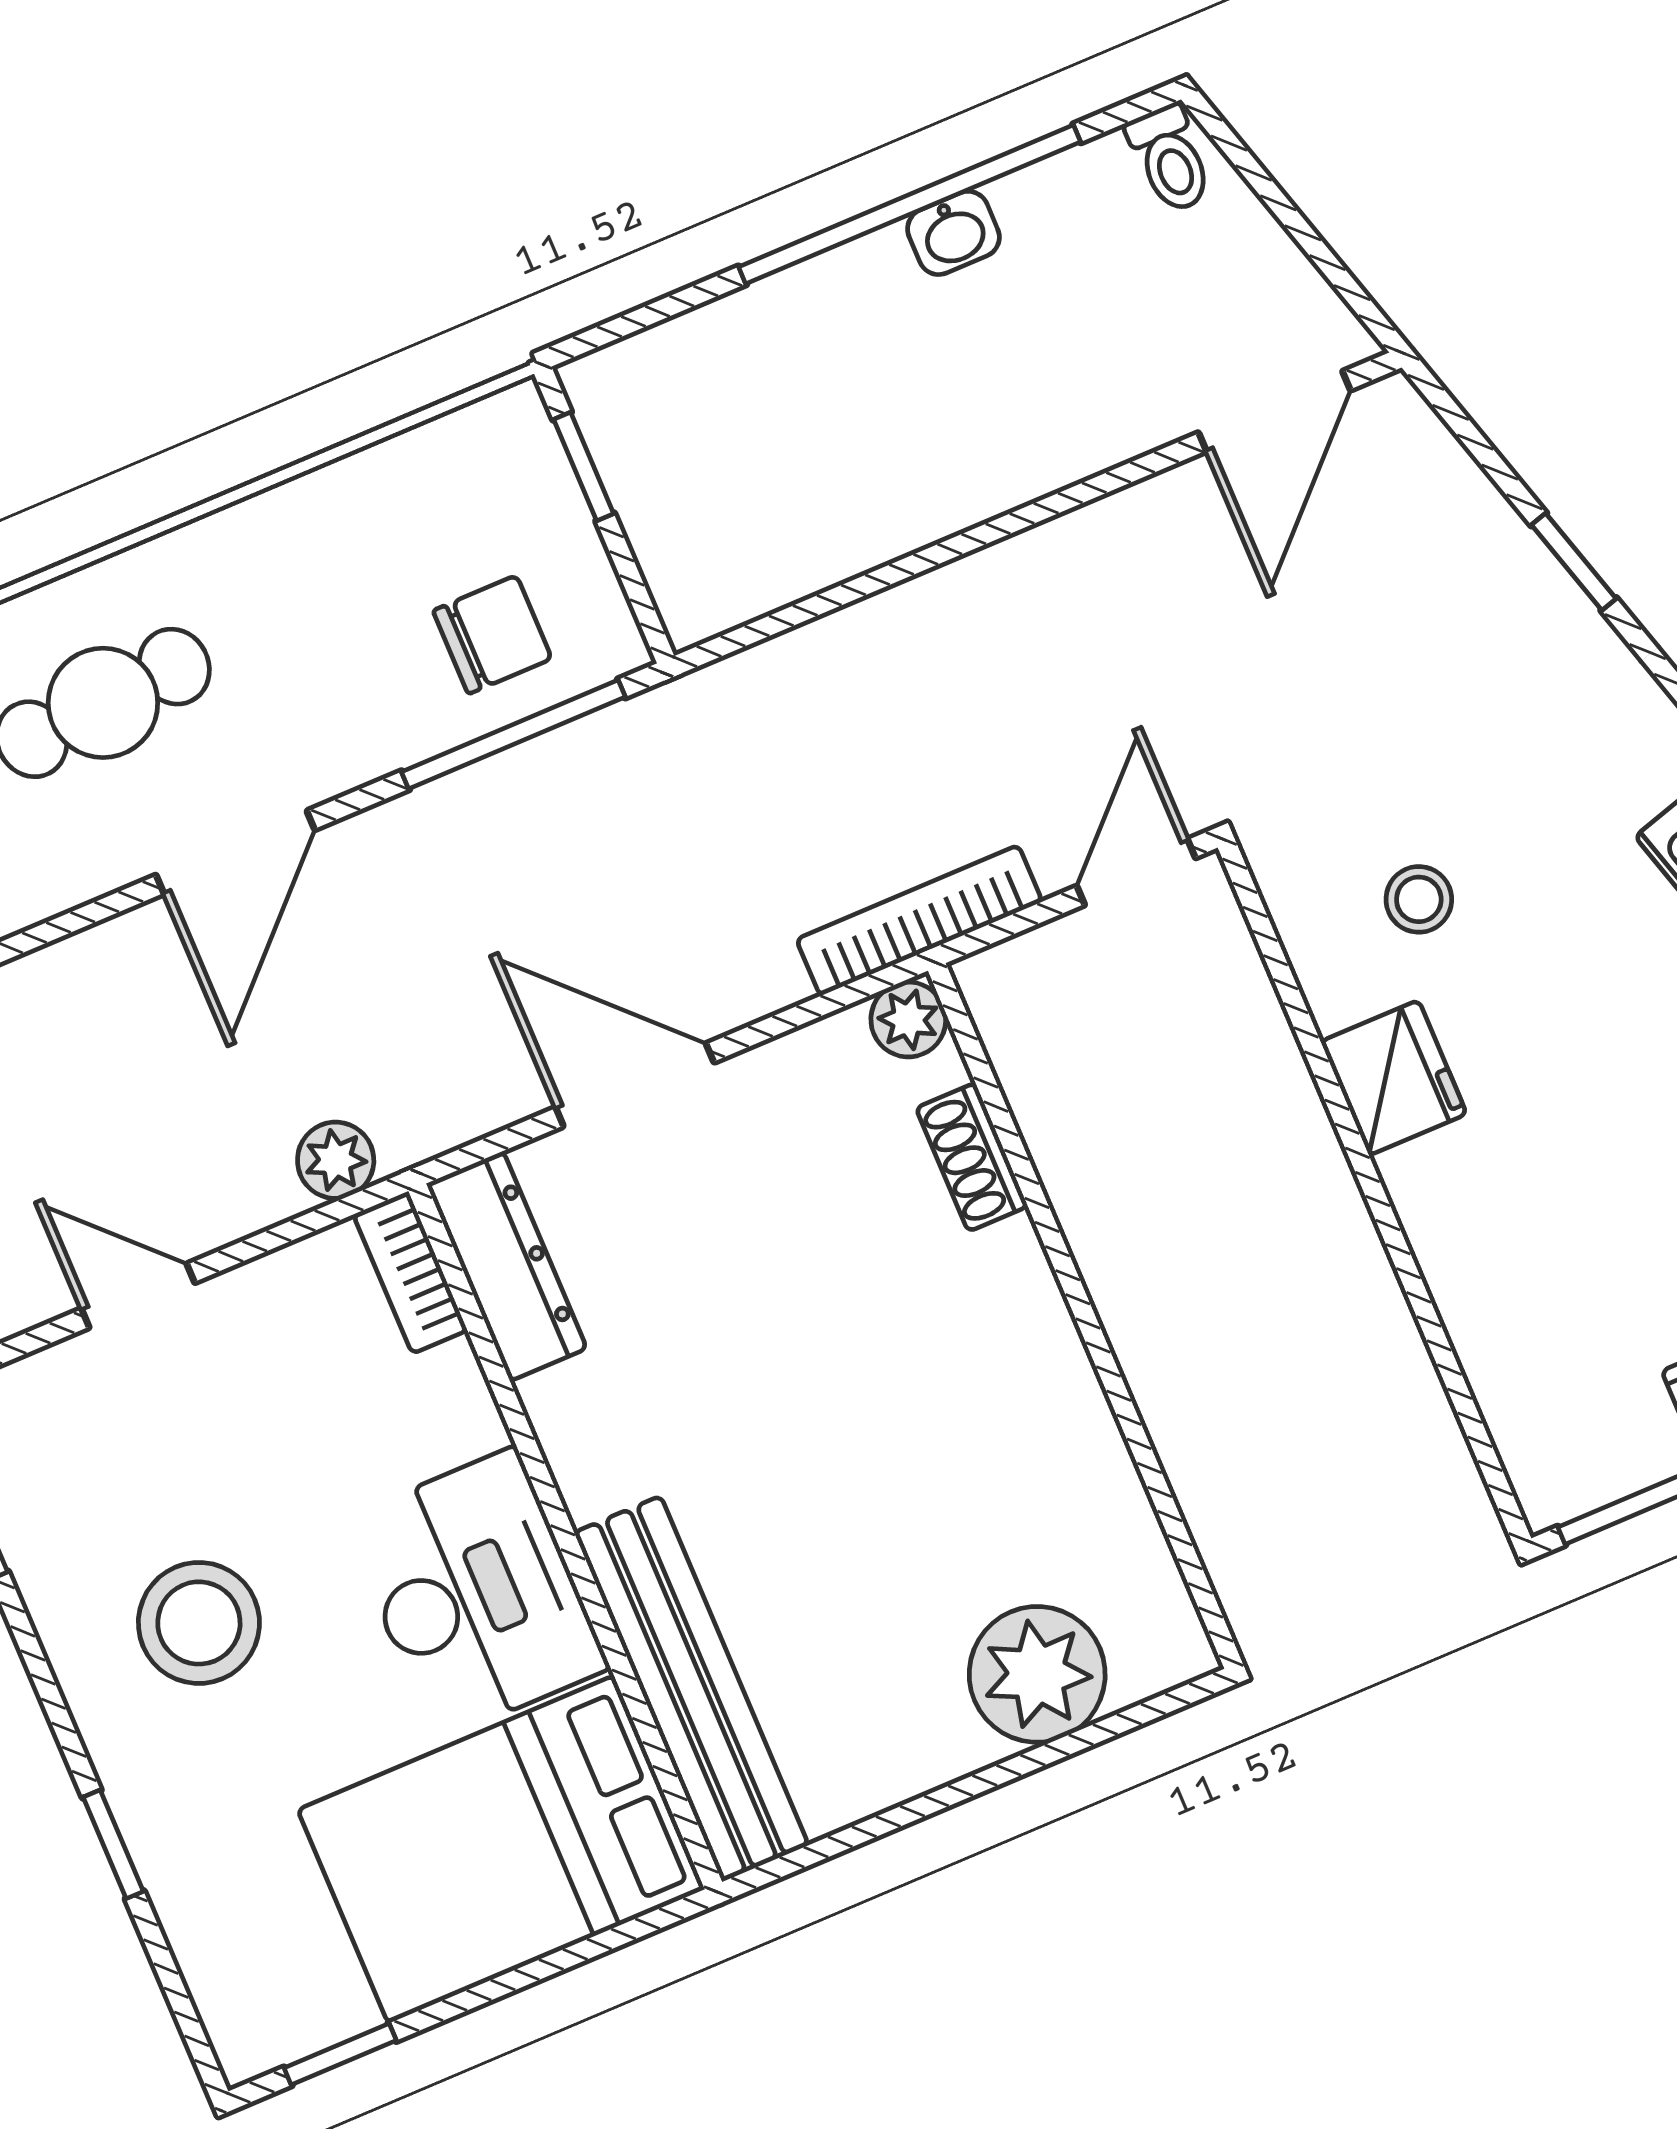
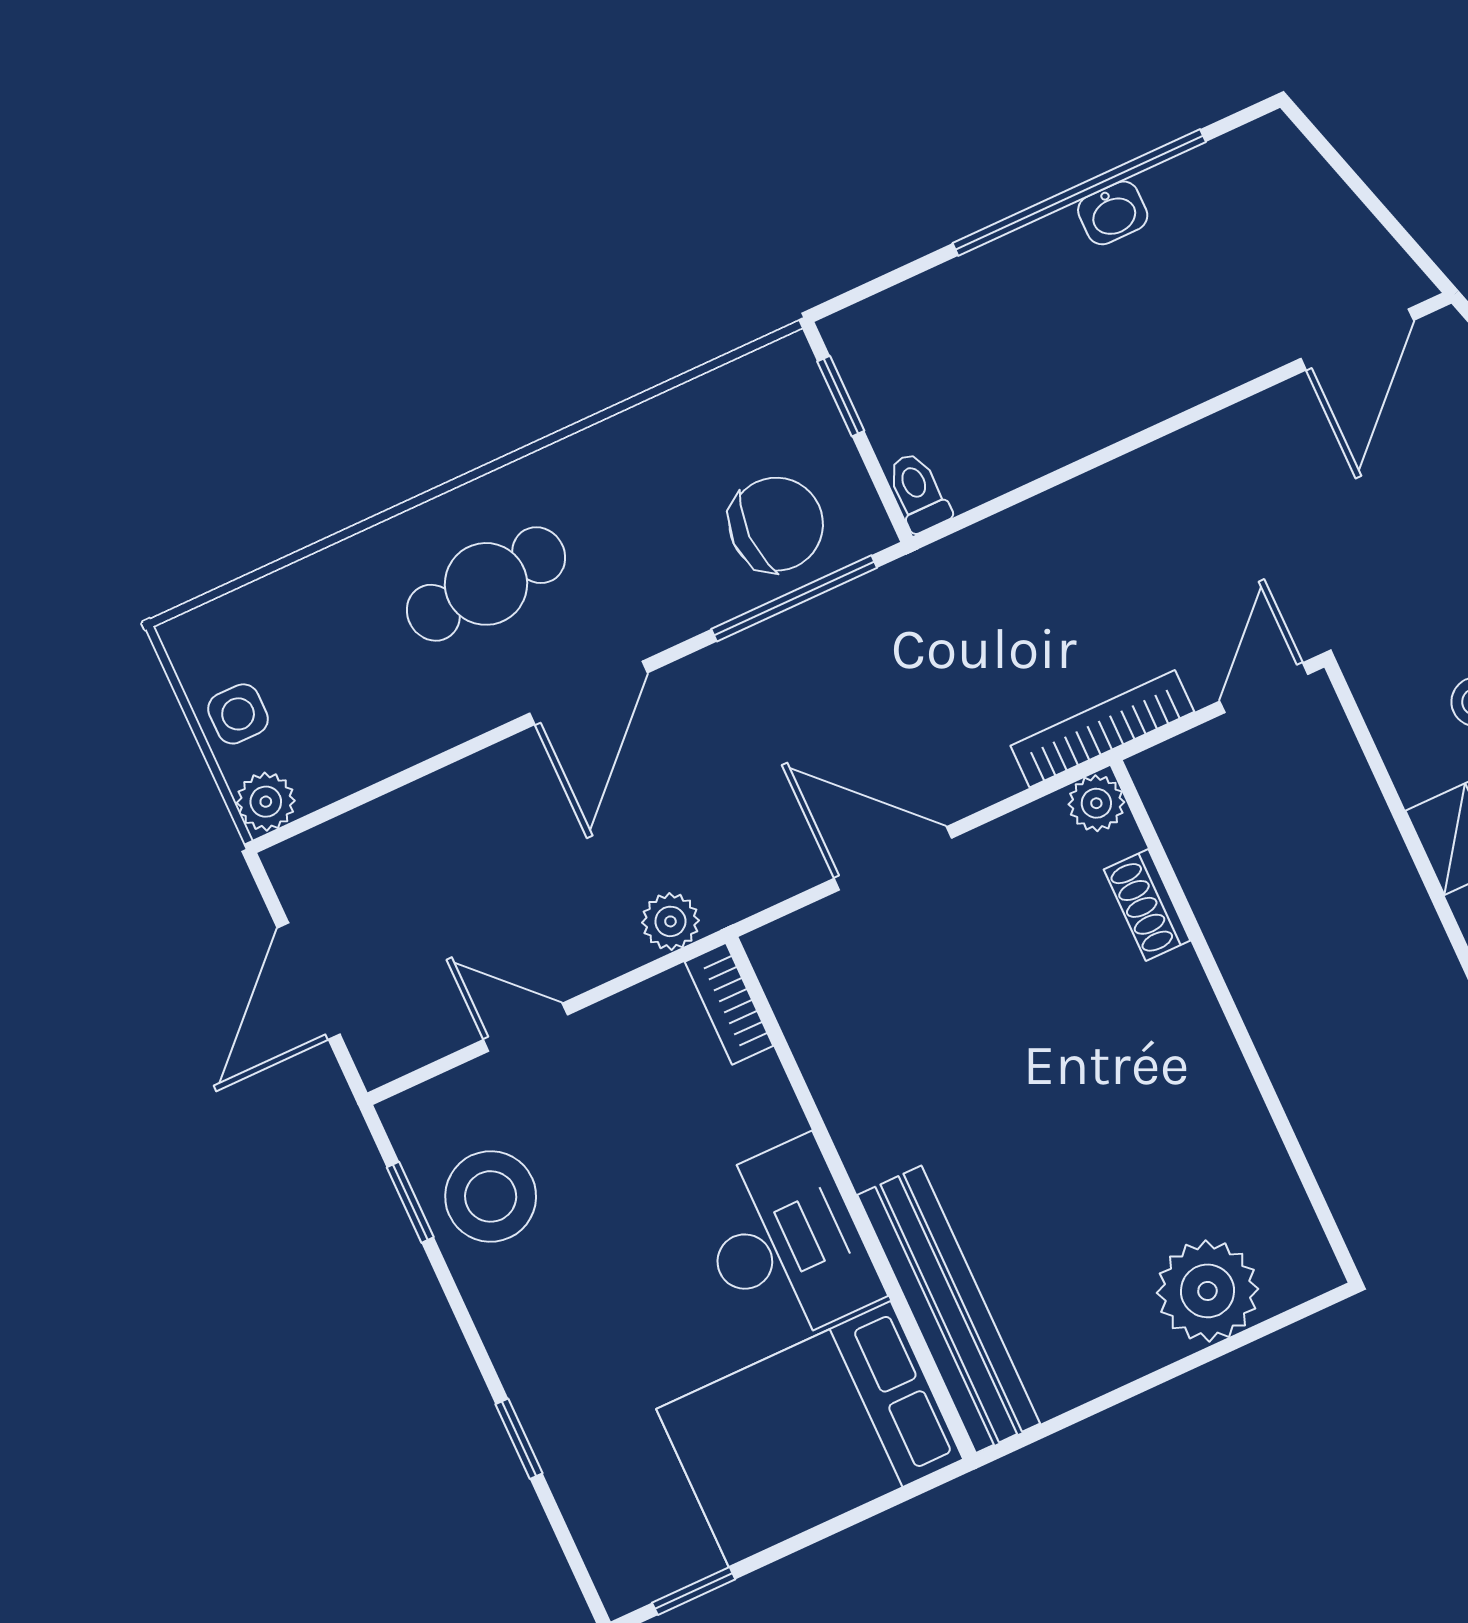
toilet: (1170, 159) -> (918, 492), moved, turned 180
chair: (492, 635) -> (776, 524), width x1.37, depth x1.37
dresser: (506, 1266) -> (801, 997), removed
stool: (199, 1623) -> (491, 1196), moved

